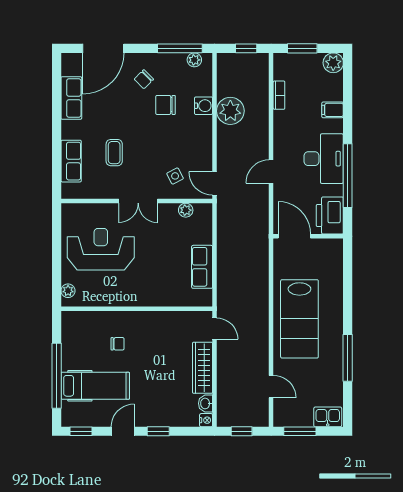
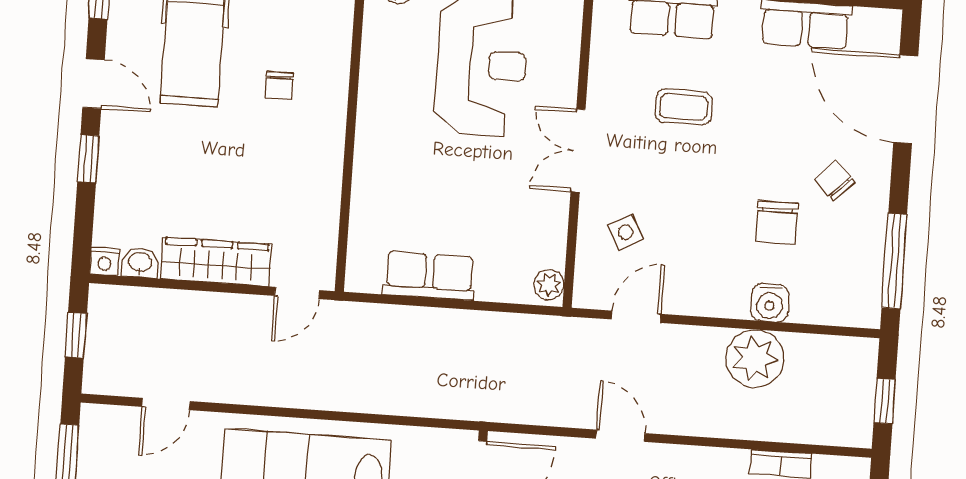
plant: (194, 60) -> (868, 290), removed
chair: (166, 105) -> (777, 222), turned 180
door: (215, 183) -> (636, 317), moved
plant: (186, 210) -> (549, 285), moved

